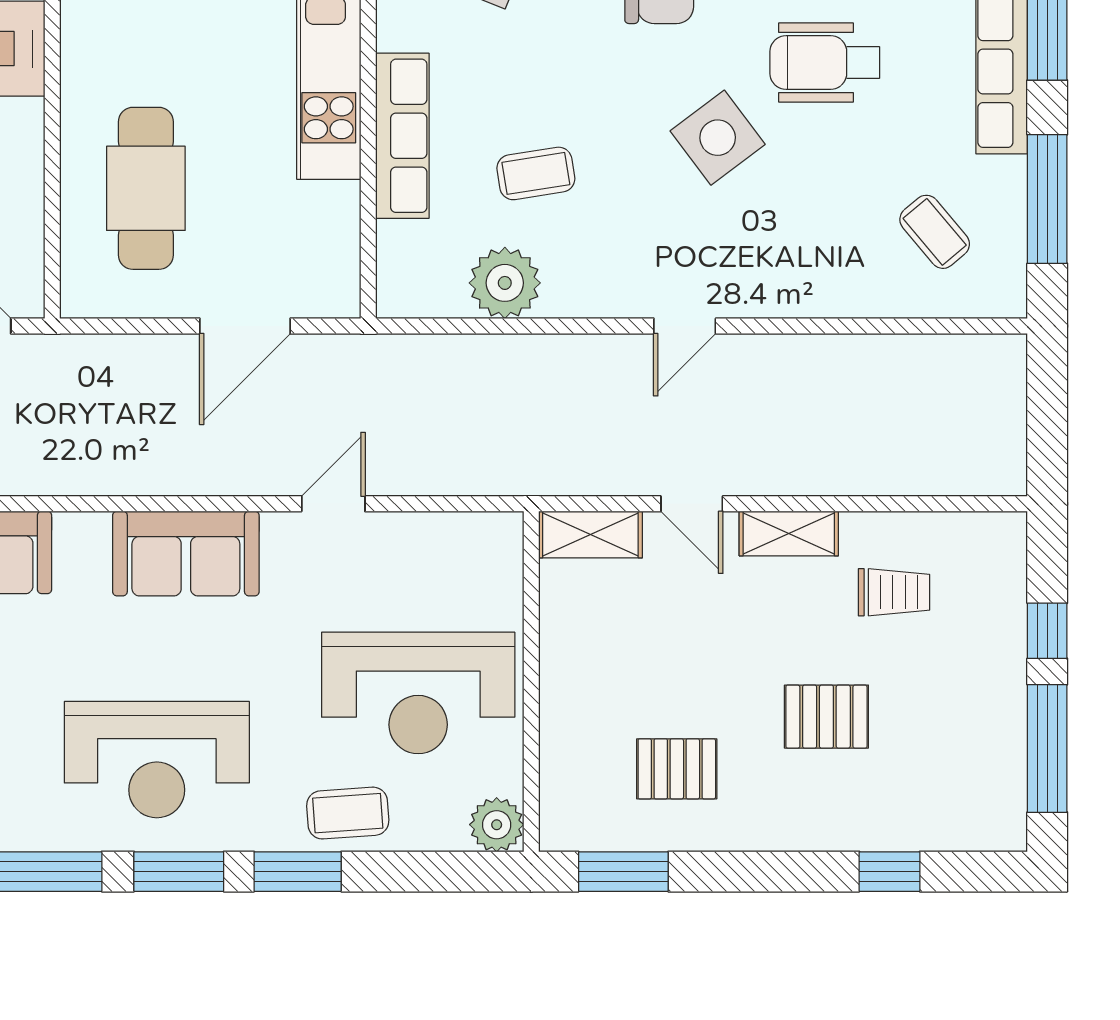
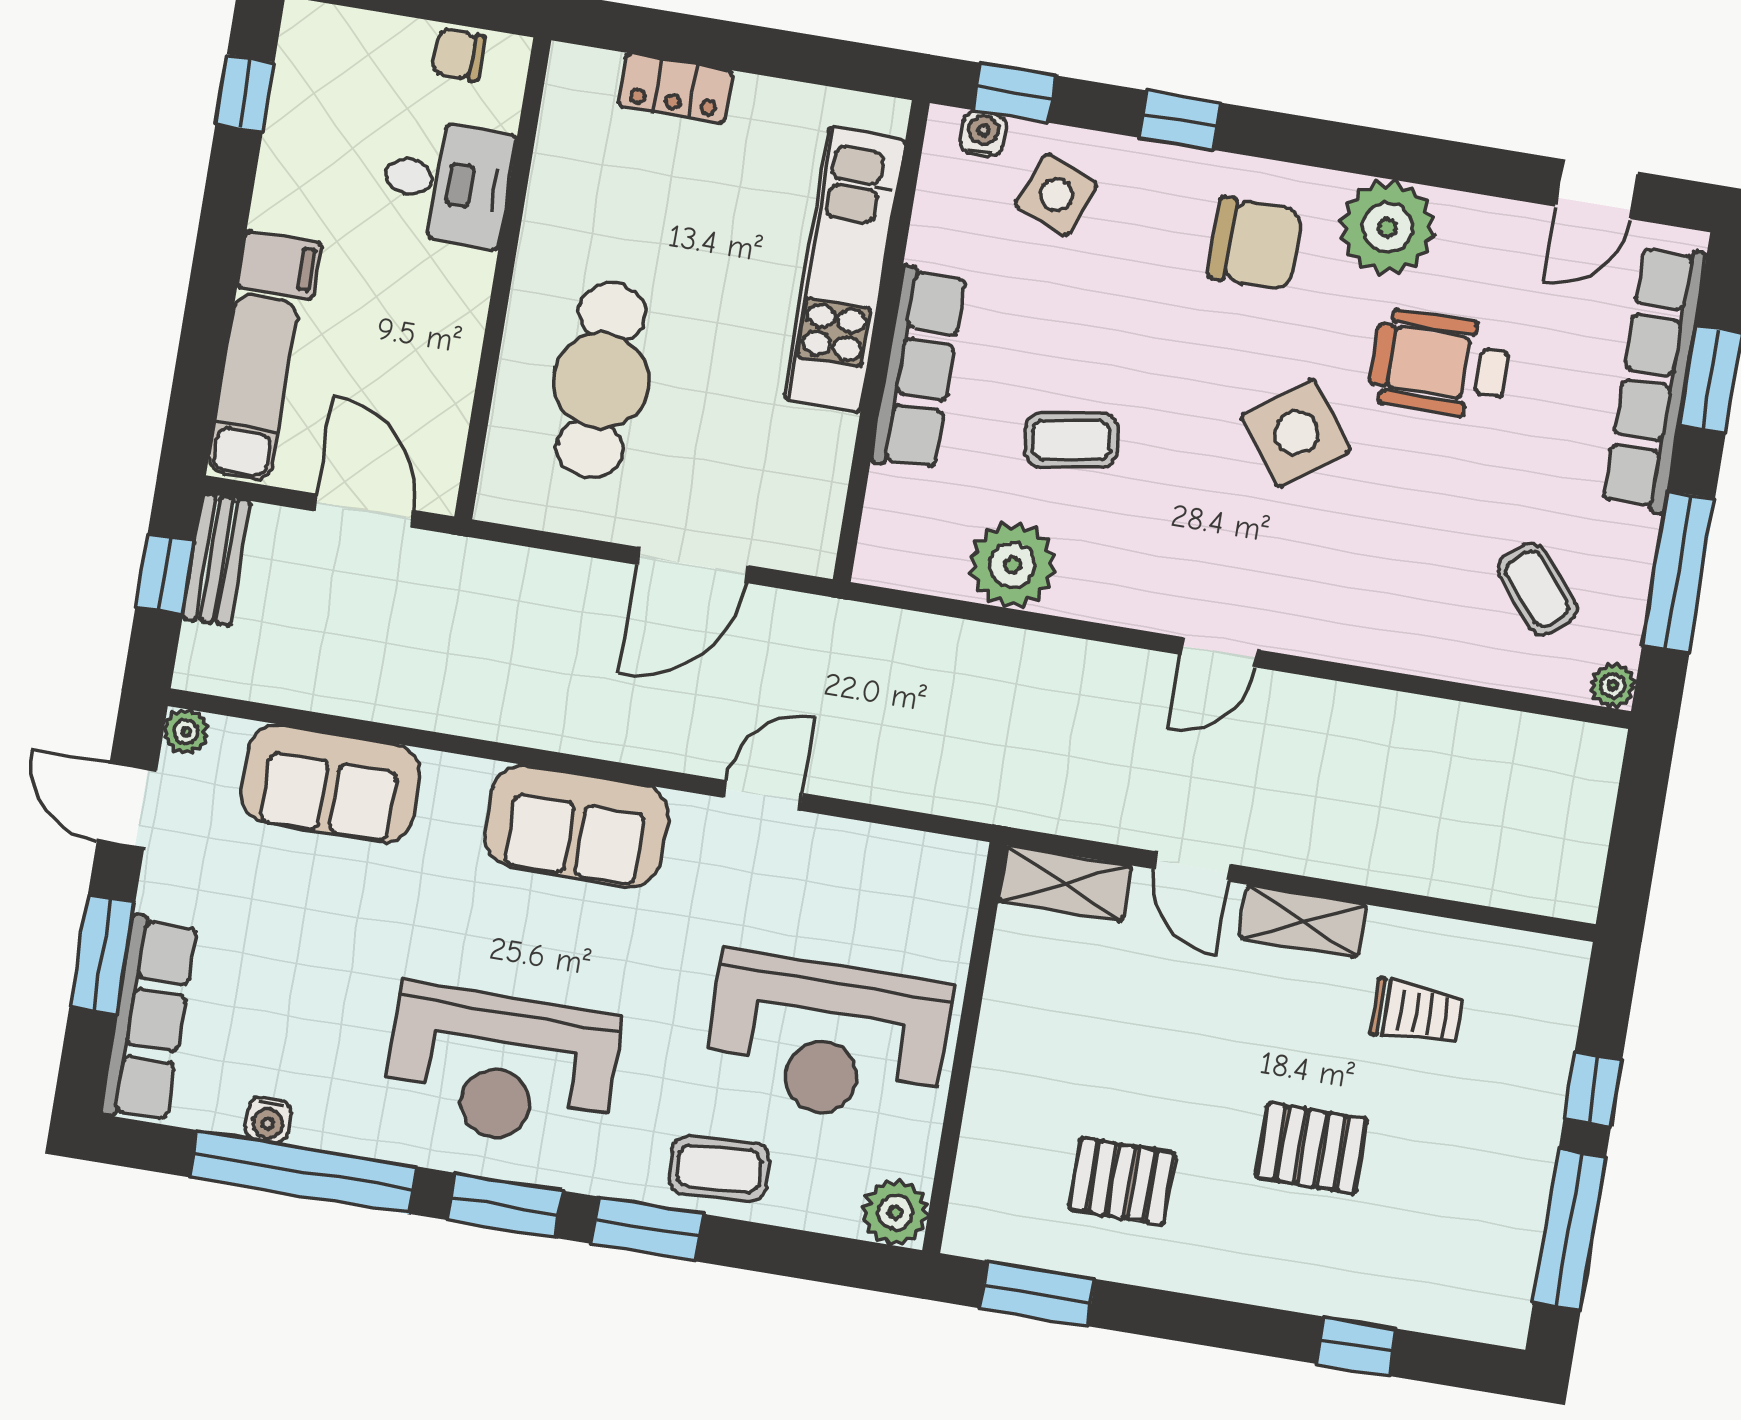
plant: (1009, 300) -> (1613, 686), added

